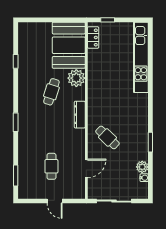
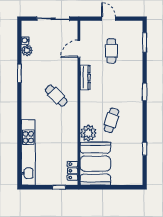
dresser: (80, 115) -> (85, 78), moved
cafe table: (107, 137) -> (56, 96), moved

